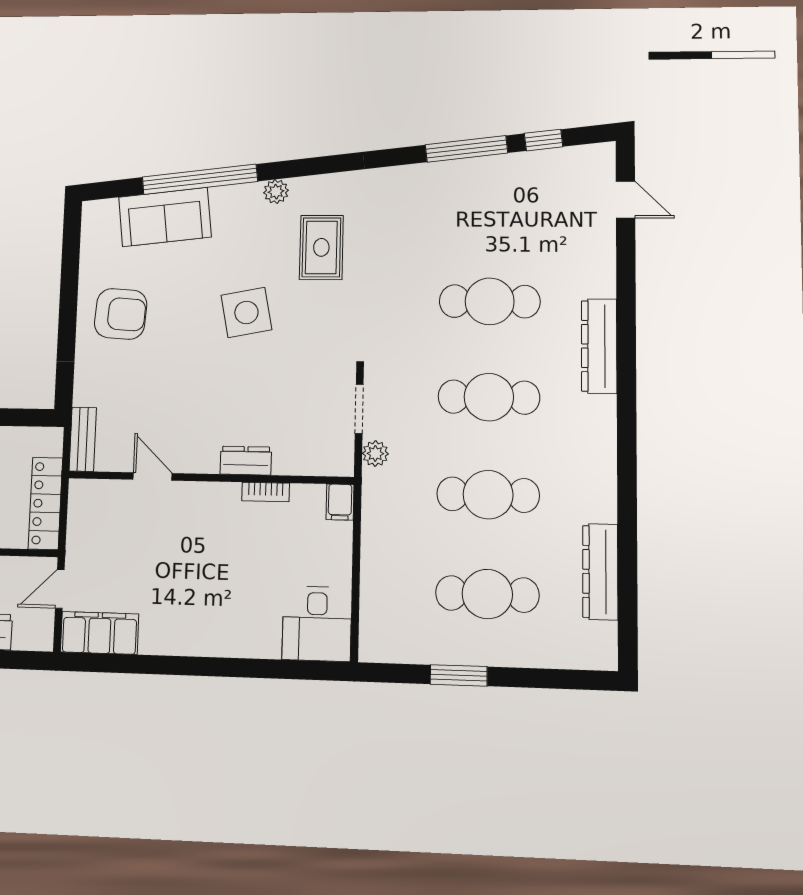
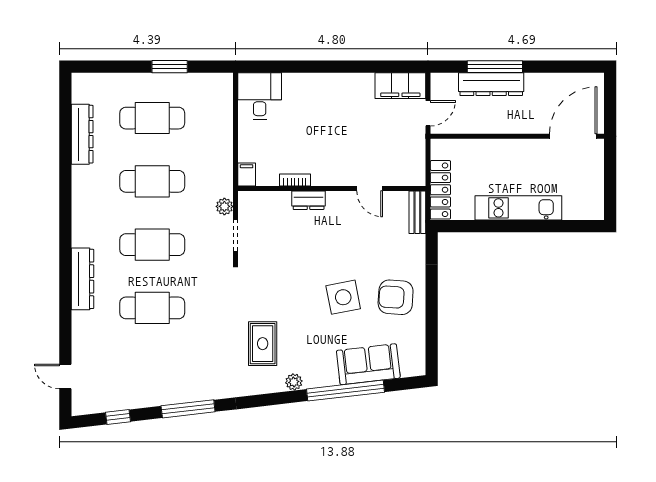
window: (466, 149) -> (188, 409), moved
side table: (246, 312) -> (343, 297), moved
locker: (45, 503) -> (440, 190), moved

